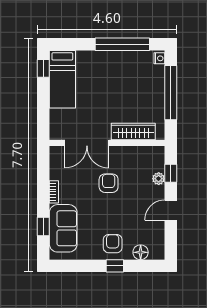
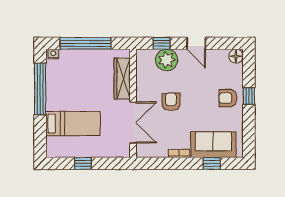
window: (43, 68) -> (83, 163), moved
bed: (62, 79) -> (73, 124), moved
plant: (159, 179) -> (167, 60), width x1.87, depth x1.87
armchair: (109, 183) -> (171, 102), turned 90
floor lamp: (141, 252) -> (236, 56), moved

